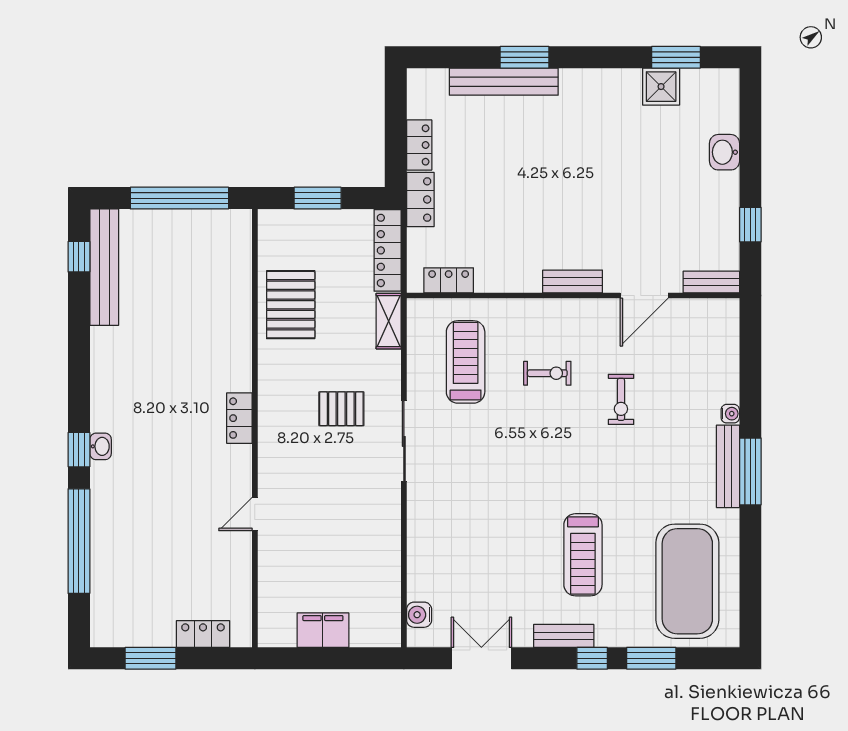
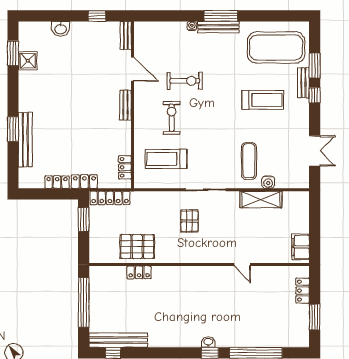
window: (318, 198) -> (84, 219), moved
shelving: (389, 321) -> (261, 199), moved, width x1.50, depth x1.33
exercise bike: (547, 373) -> (172, 118), width x1.38, depth x1.39
exercise bike: (621, 399) -> (185, 81), width x1.38, depth x1.39
locker: (239, 418) -> (139, 272), moved
exercise mat: (461, 527) -> (249, 161), added
water cooler: (419, 615) -> (268, 182), moved
filing cabinet: (323, 630) -> (301, 247), moved
bench: (564, 636) -> (303, 83), moved
double door: (481, 658) -> (315, 151), swing flipped

